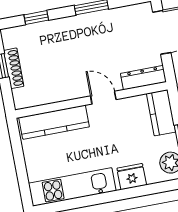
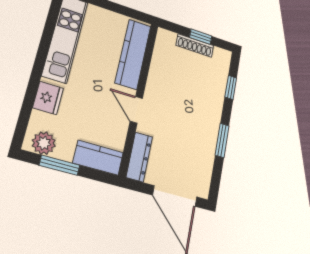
door: (103, 98) -> (136, 110), swing flipped

